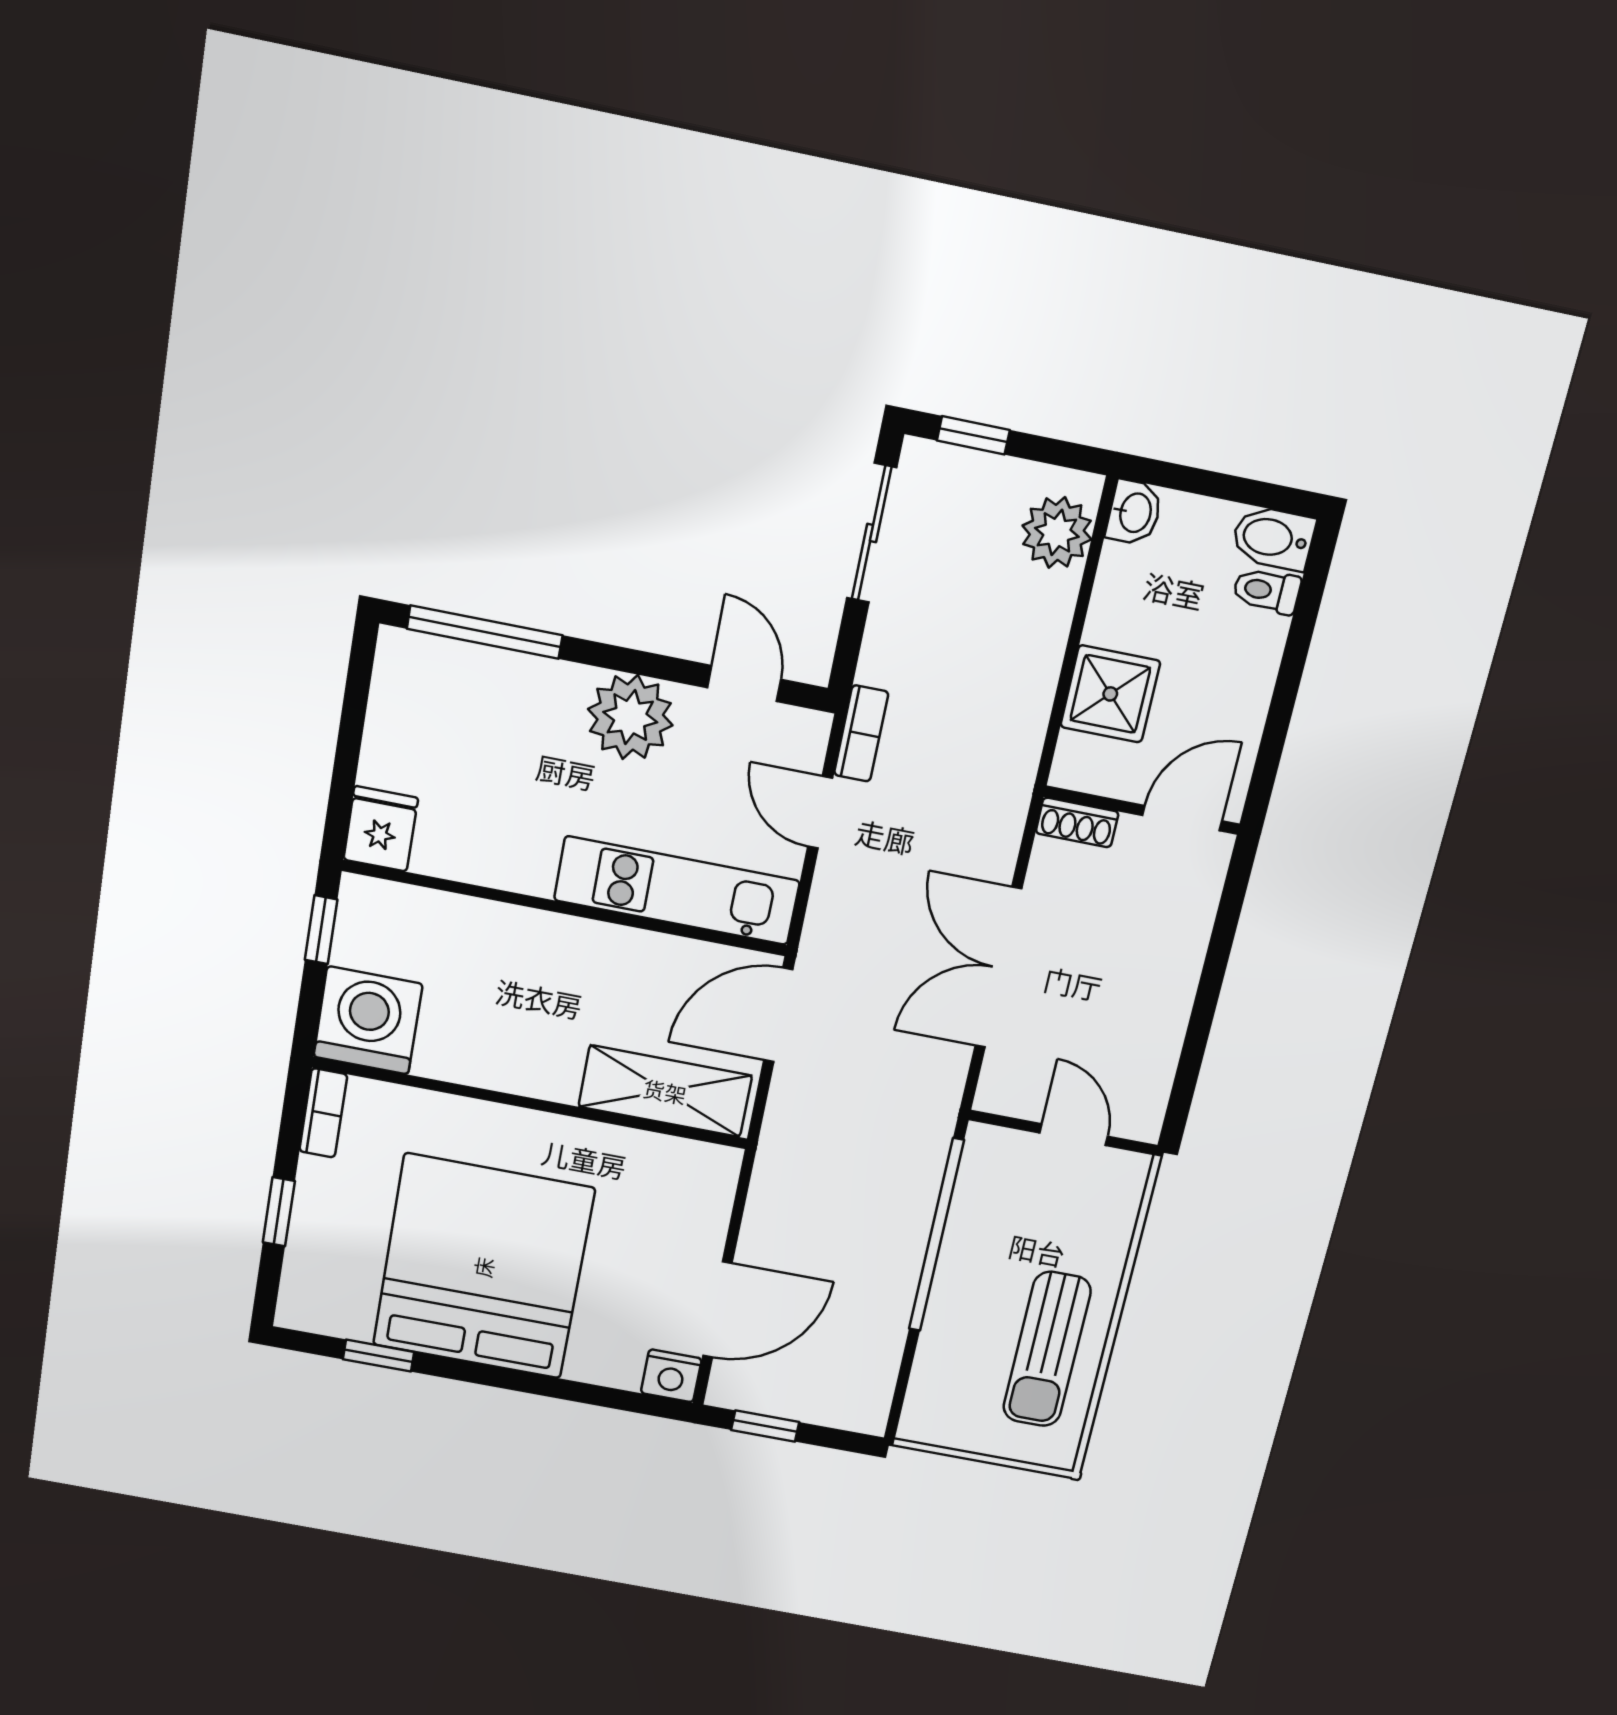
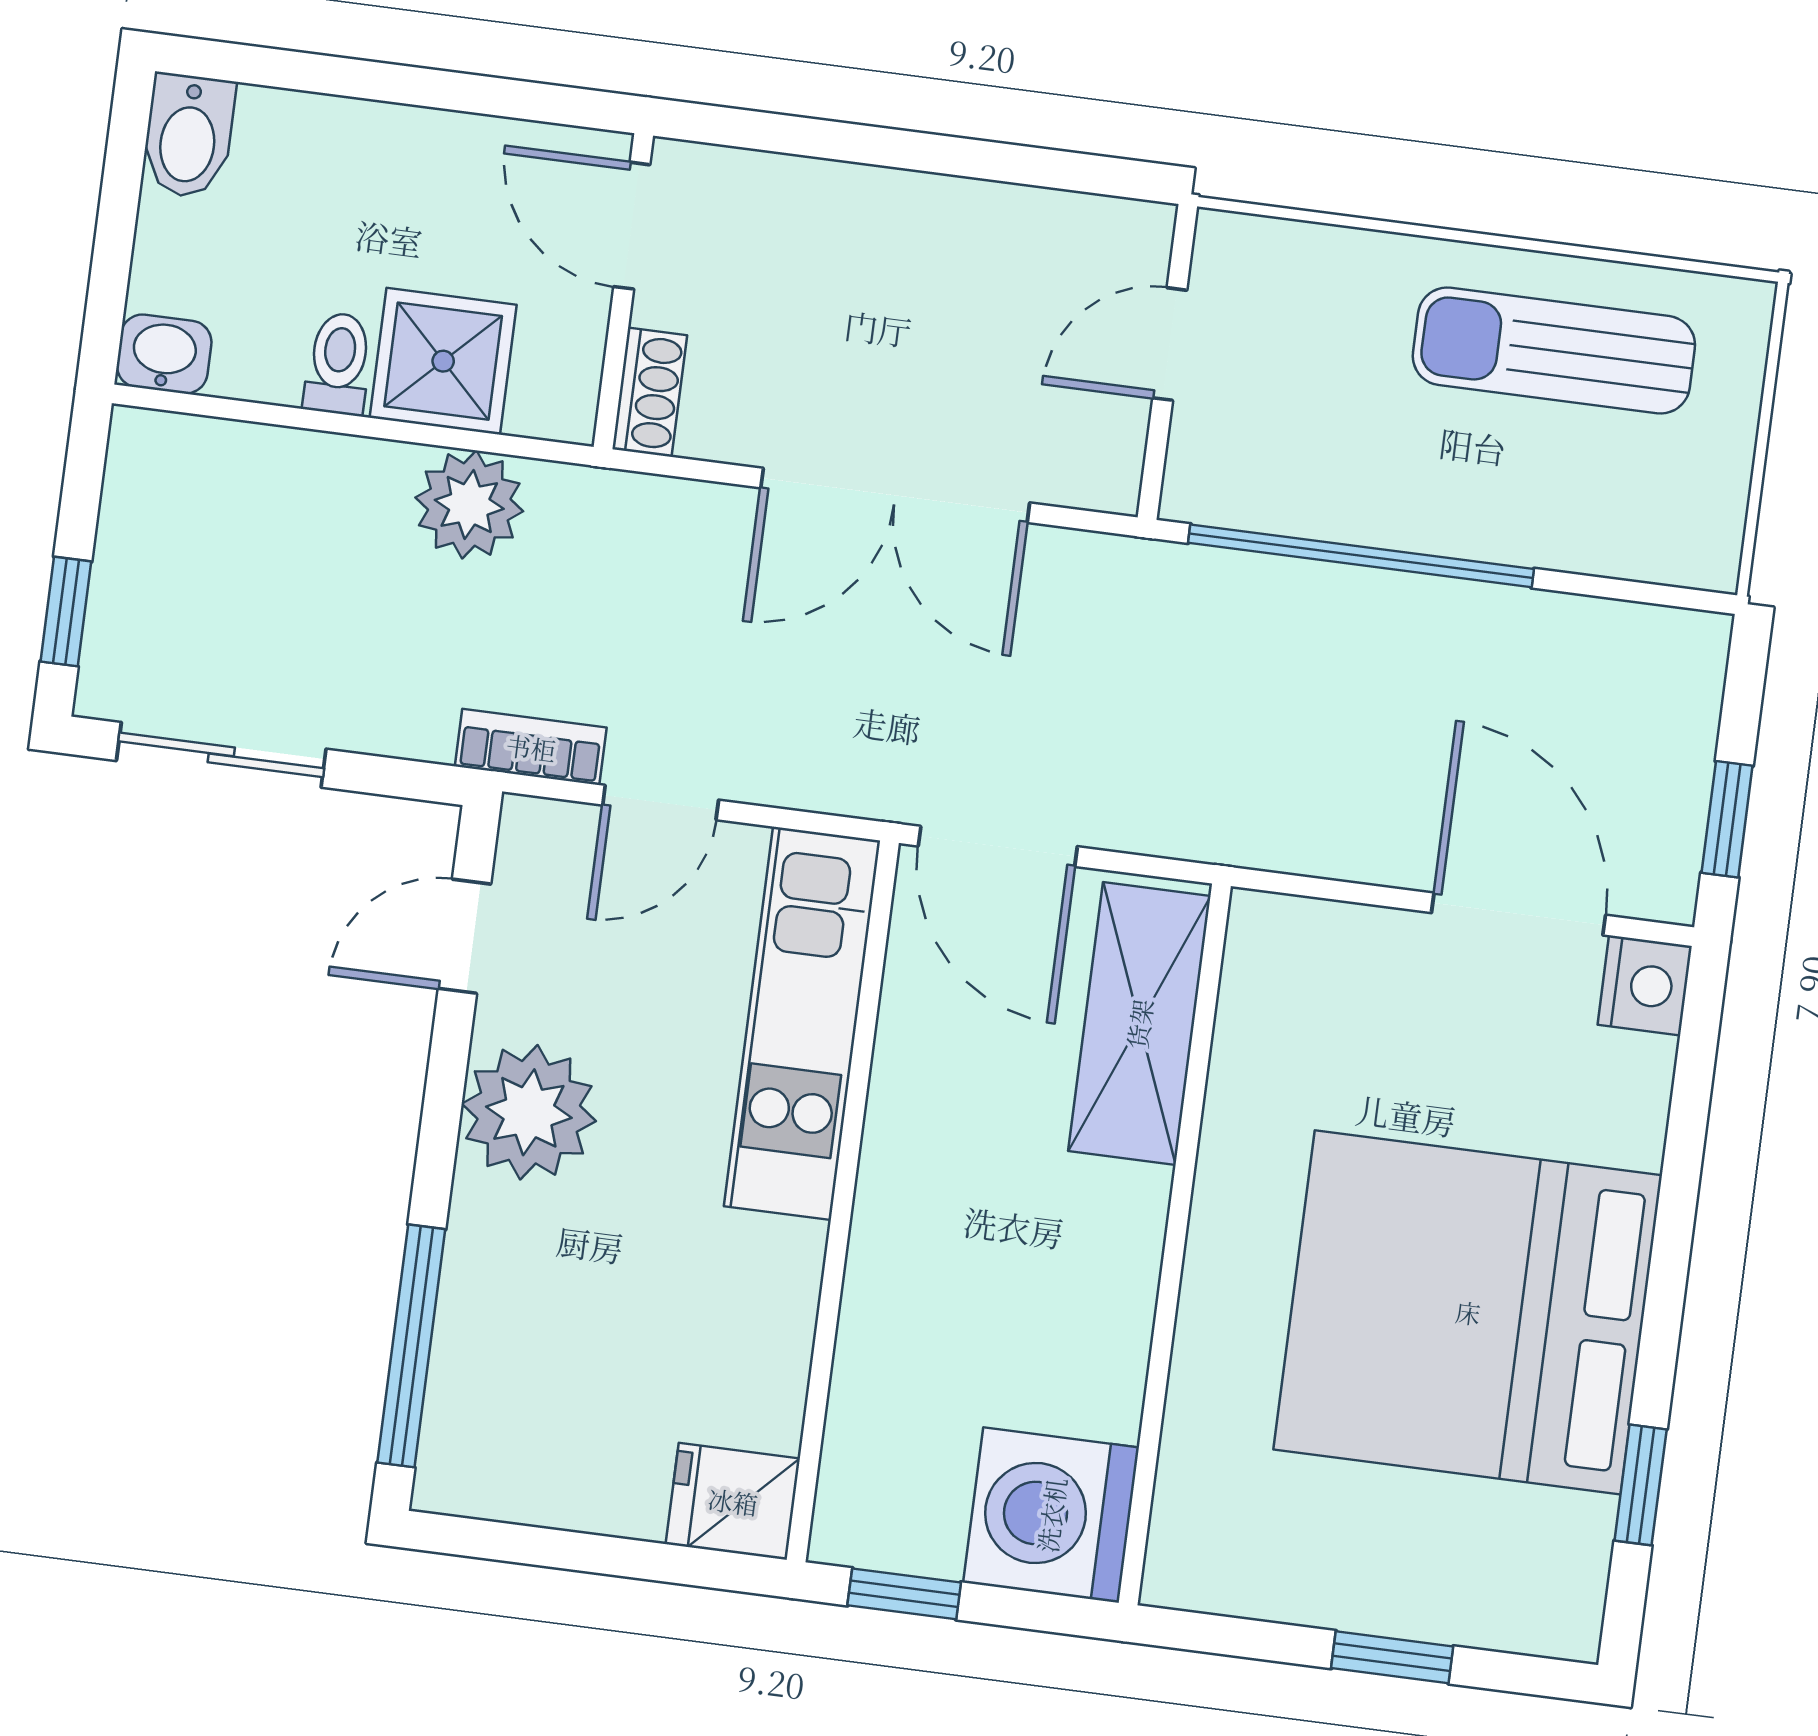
plant: (1057, 532) -> (469, 504), moved
toilet: (1267, 591) -> (338, 364), moved, turned 180
bookcase: (323, 1113) -> (1214, 1586), removed
sun lounger: (1047, 1349) -> (1554, 351), turned 180

